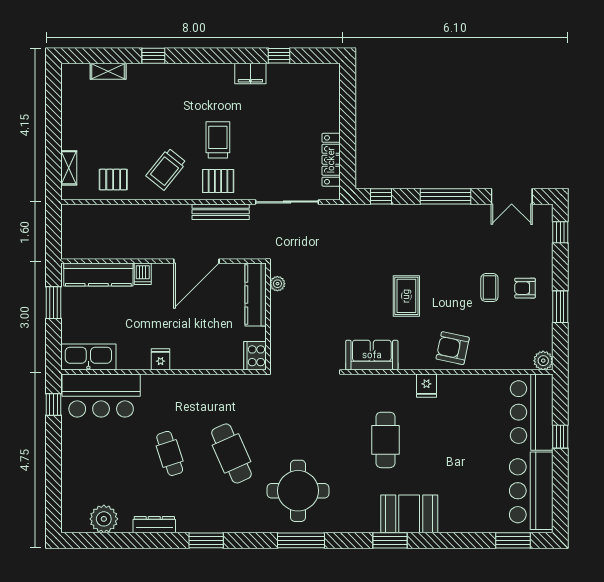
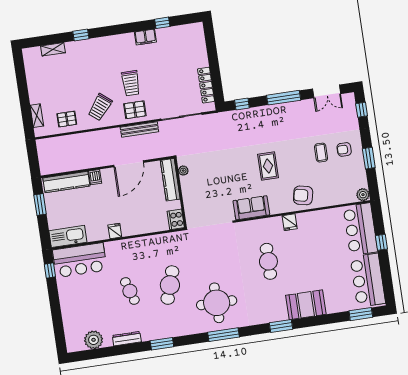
trolley: (218, 140) -> (131, 83), turned 180
cafe table: (231, 453) -> (170, 285), turned 42
booth: (409, 514) -> (306, 305), moved

